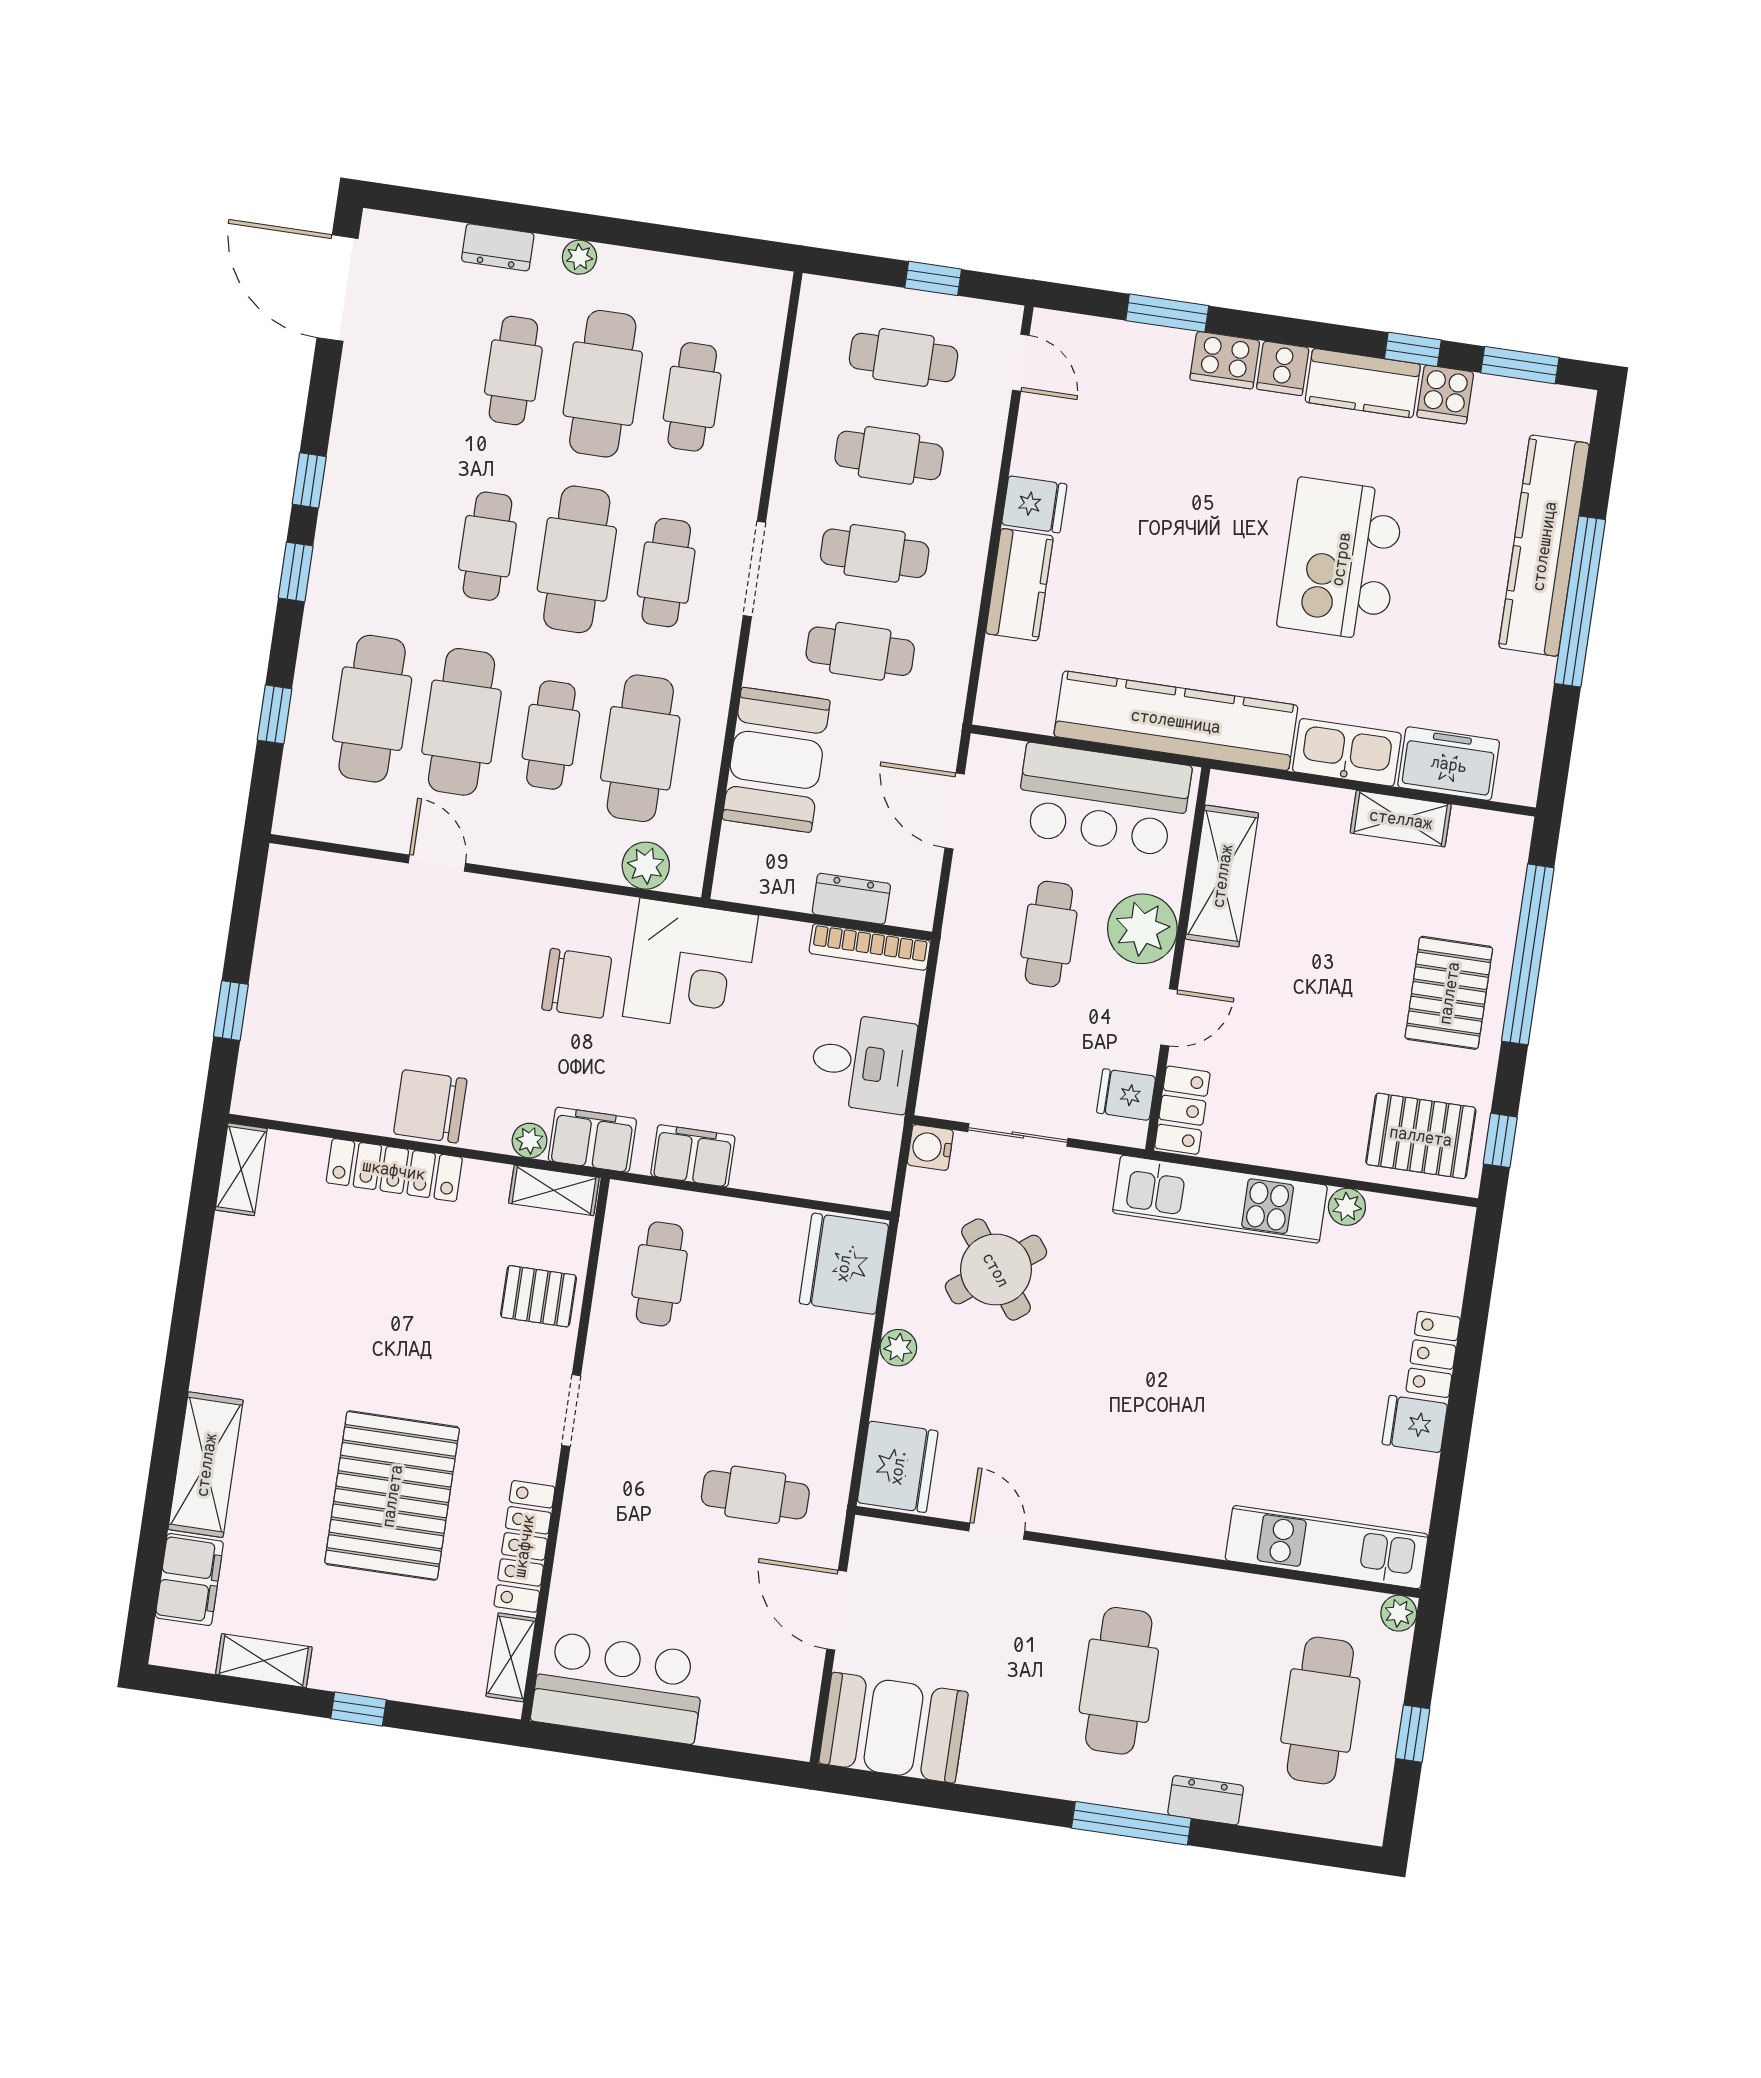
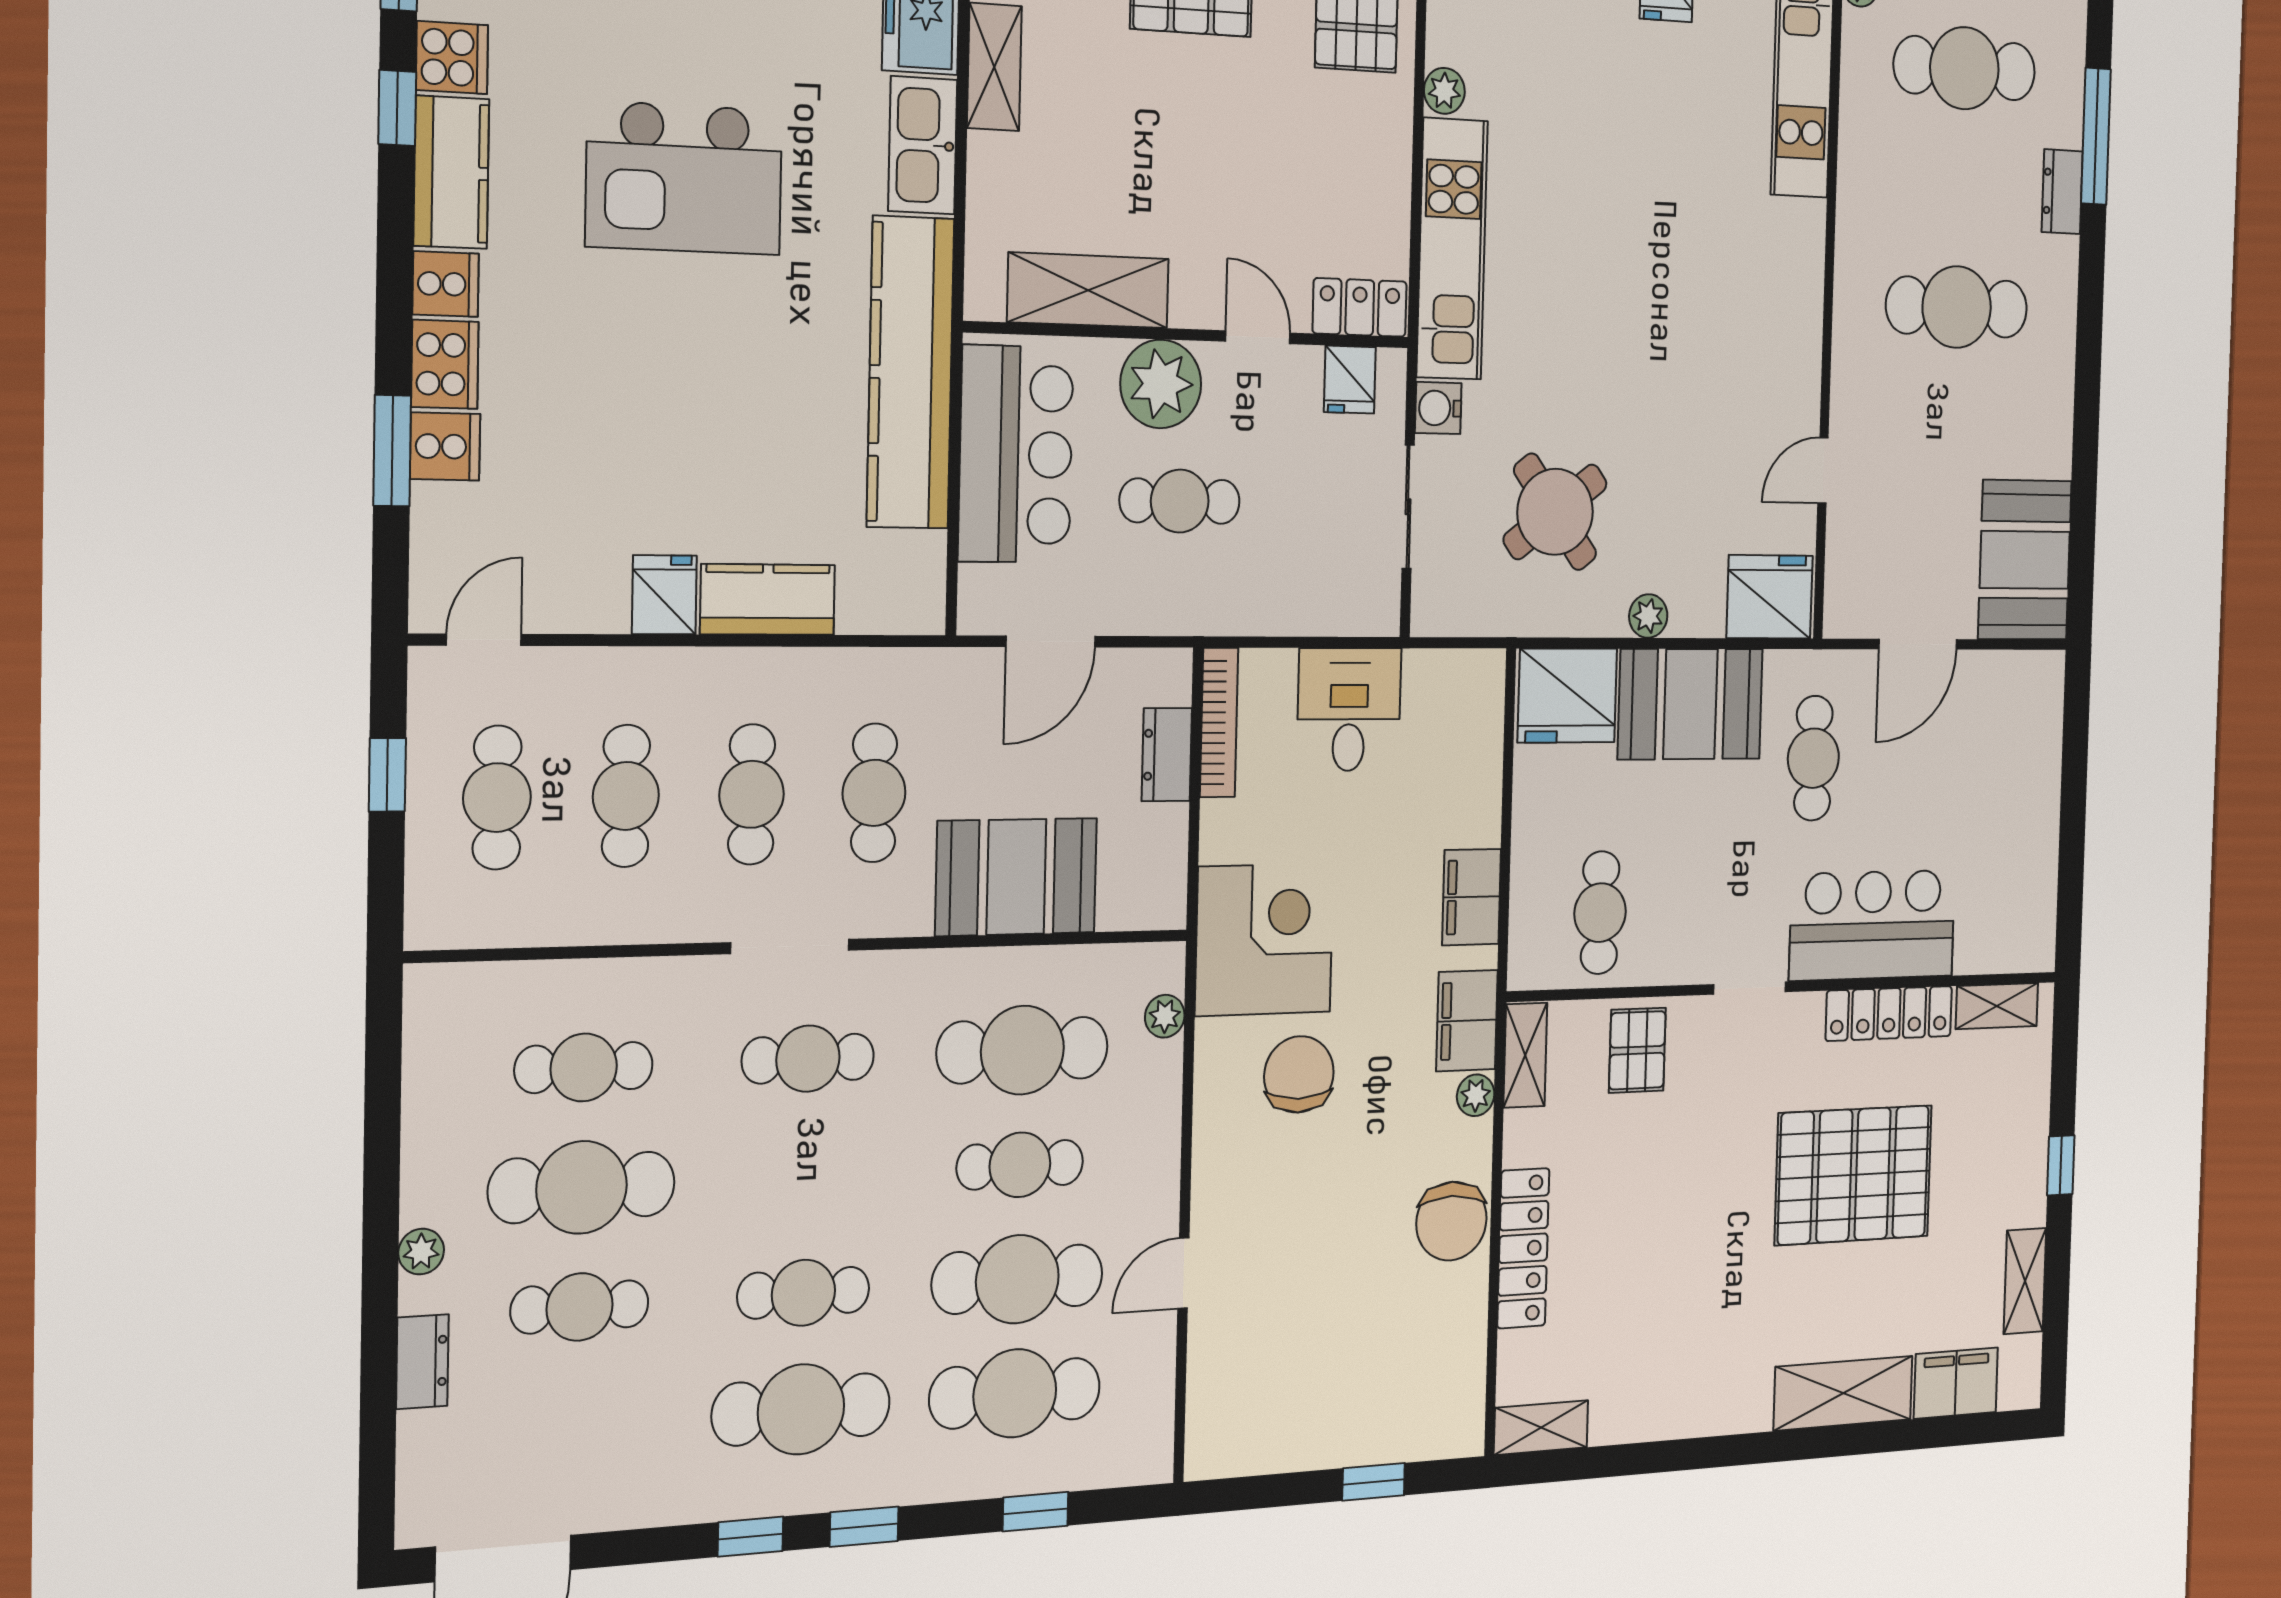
cooker: (1165, 352) -> (445, 446), added
cafe table: (577, 559) -> (801, 1409), moved
plant: (646, 866) -> (1165, 1016), width x0.73, depth x0.73
water cooler: (930, 1147) -> (1438, 408), moved, turned 90
cafe table: (660, 1274) -> (1600, 913), turned 90
booth: (819, 1380) -> (1690, 704), added
bar counter: (618, 1687) -> (1872, 925), moved, turned 90
window: (1131, 1823) -> (2096, 136), moved

